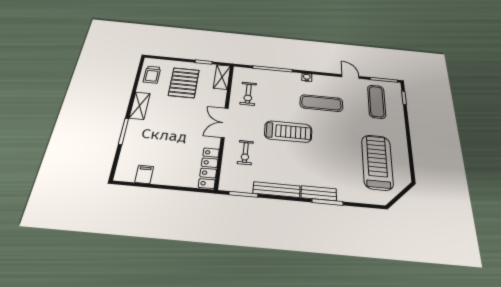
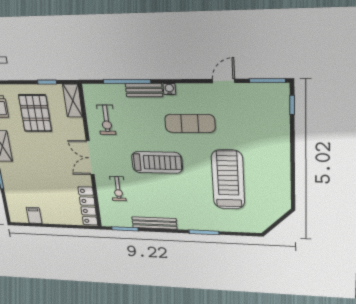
door: (350, 77) -> (224, 81), hinge flipped
exercise mat: (377, 102) -> (257, 114), removed
treadmill: (377, 162) -> (228, 180), moved
bench: (319, 193) -> (144, 90), moved

